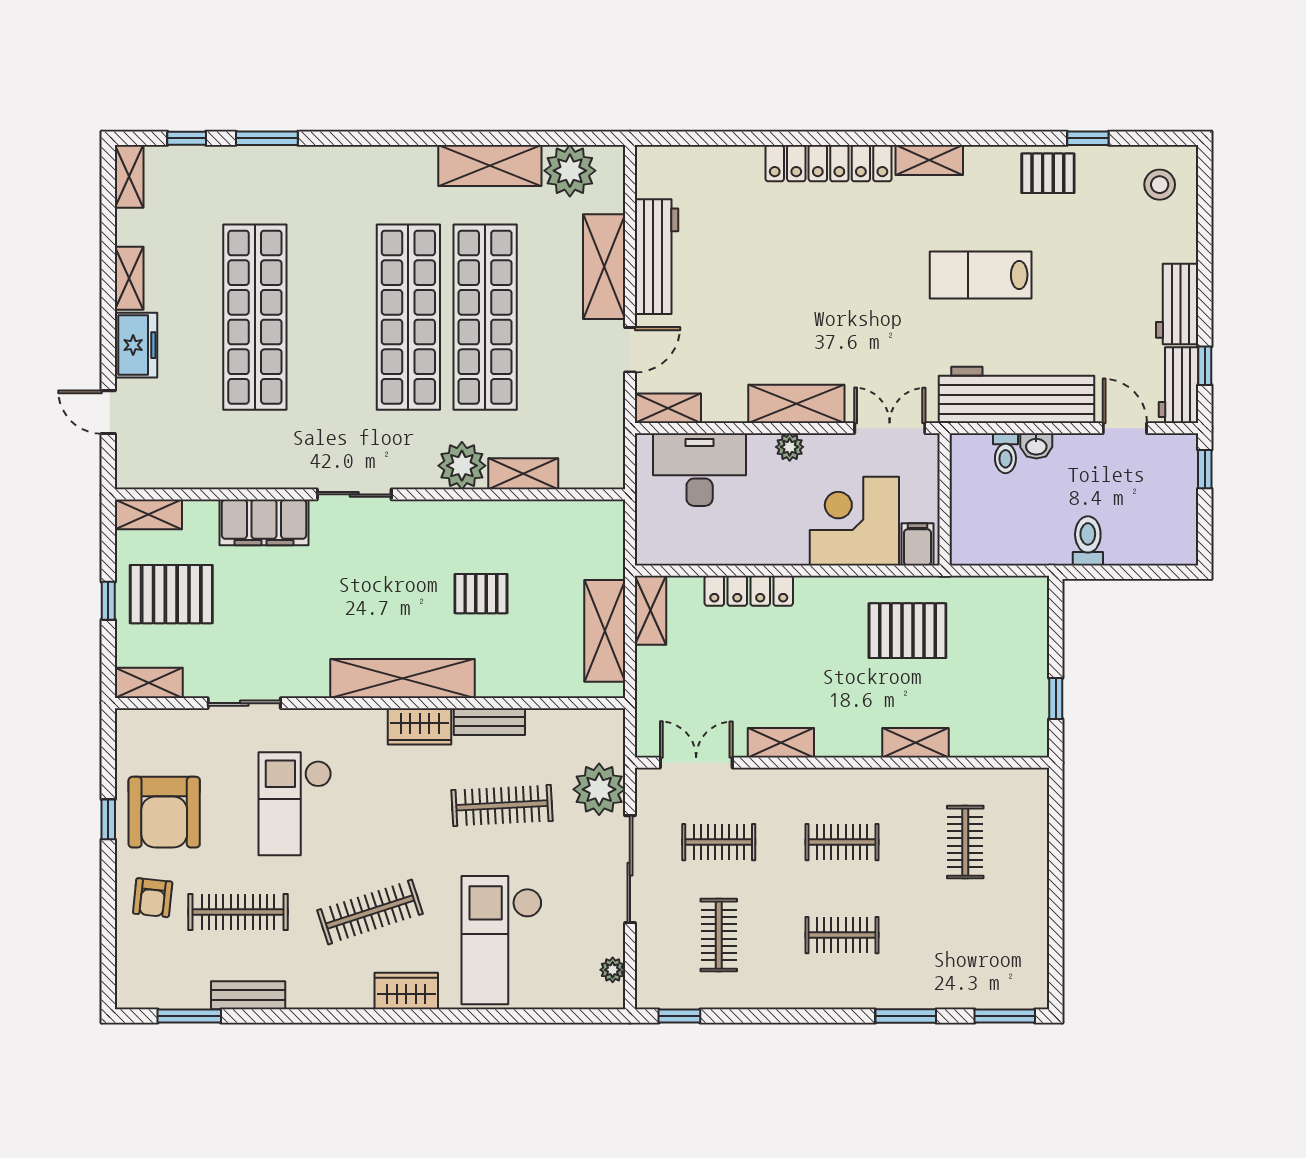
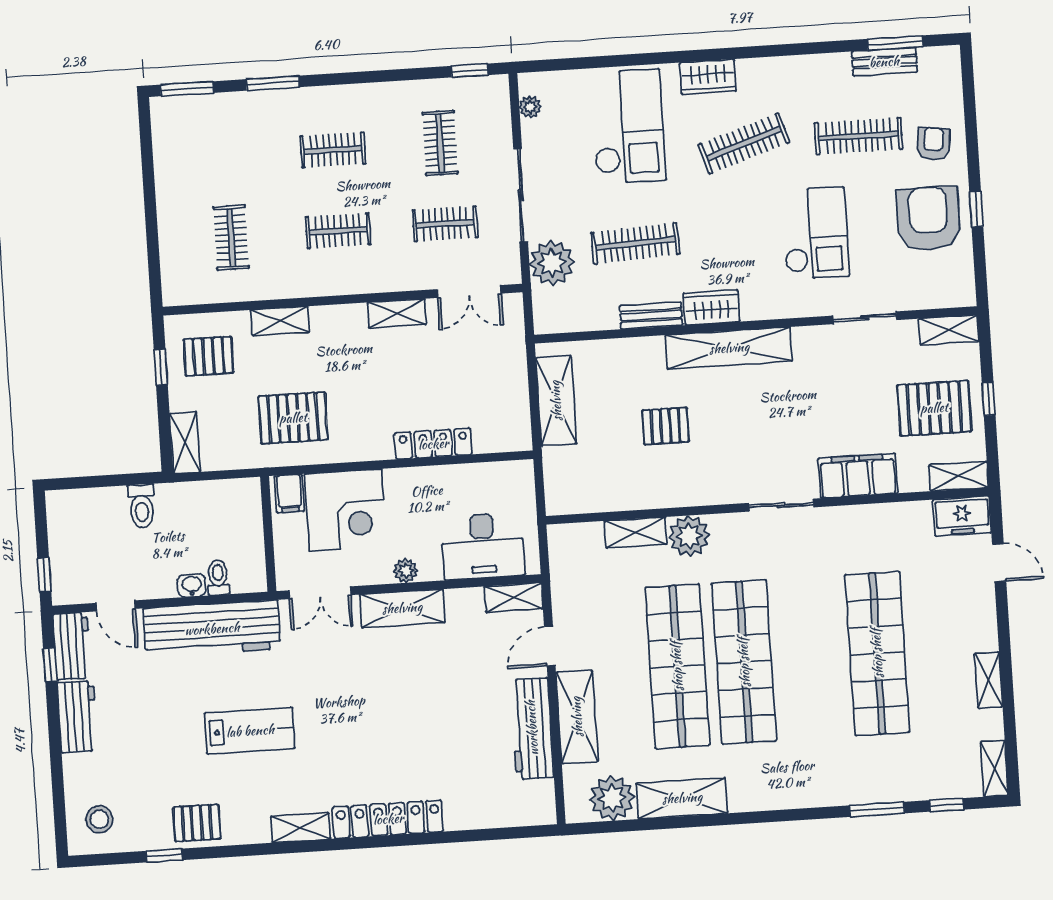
freezer: (136, 345) -> (962, 516), moved, turned -90
shelving: (651, 610) -> (185, 443), moved
pallet: (1000, 708) -> (209, 356), added
bench: (248, 995) -> (884, 62), moved

